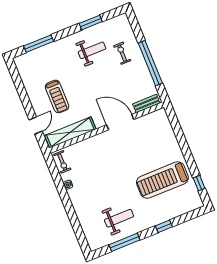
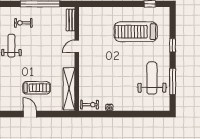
door: (120, 122) -> (77, 46), width x0.53
door: (36, 126) -> (30, 114), moved
treadmill: (162, 180) -> (136, 32), turned 90
weight bench: (119, 218) -> (152, 78), width x1.36, depth x1.33

